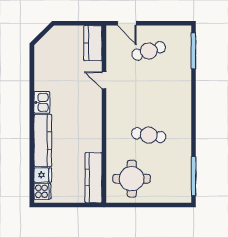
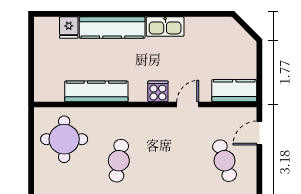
kitchen sink: (42, 102) -> (165, 27), width x1.38
kitchen counter: (93, 178) -> (96, 91), moved
cooker: (42, 191) -> (158, 91), moved, turned 180

